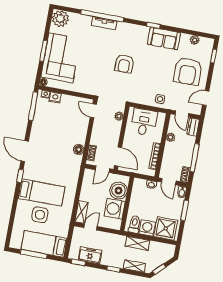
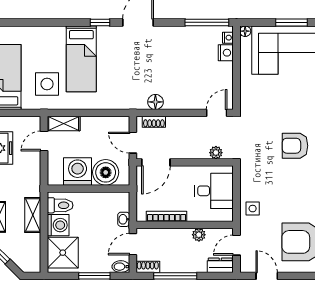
side table: (40, 215) -> (47, 84), moved
door: (91, 227) -> (44, 141), swing flipped

